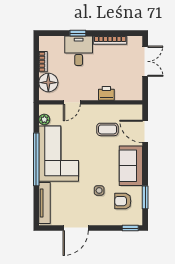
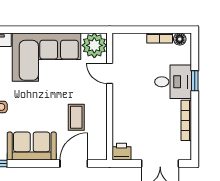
floor lamp: (48, 83) -> (180, 39), moved, width x0.53, depth x0.53
printer: (106, 93) -> (121, 152), moved, turned -90
plant: (44, 119) -> (94, 45), width x1.87, depth x1.87
window: (36, 159) -> (39, 30), removed

